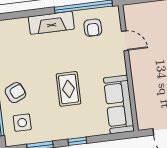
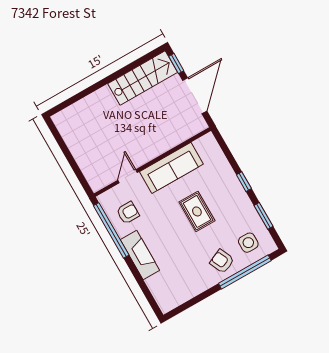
rug: (69, 89) -> (197, 211), turned 90
sofa: (119, 104) -> (171, 168), moved

